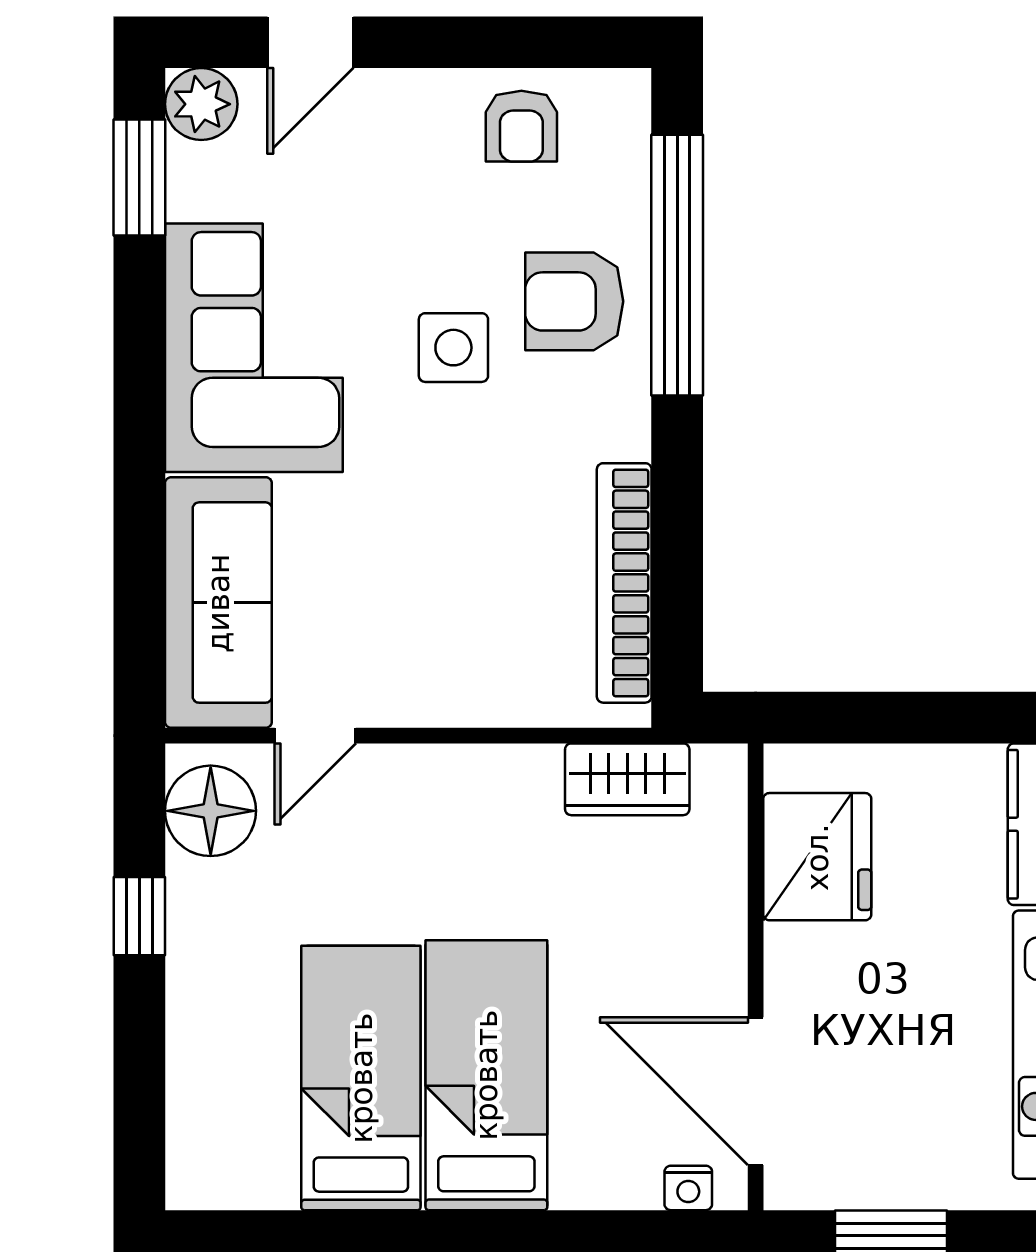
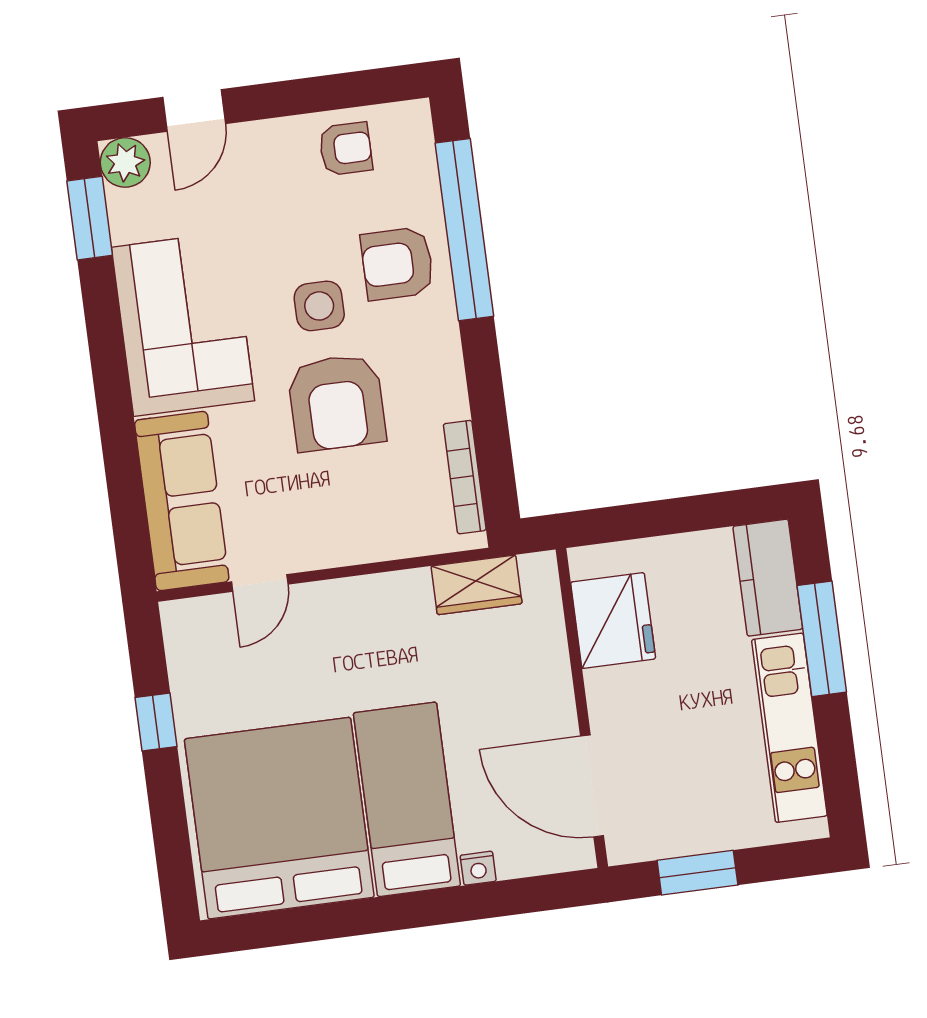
armchair: (521, 126) -> (346, 149), turned -90
armchair: (460, 490) -> (337, 403), added
bookcase: (624, 583) -> (465, 477), width x0.68, depth x0.76
floor lamp: (211, 811) -> (195, 644), removed
bed: (361, 1078) -> (279, 818), width x2.04
nightstand: (688, 1188) -> (478, 868), moved

